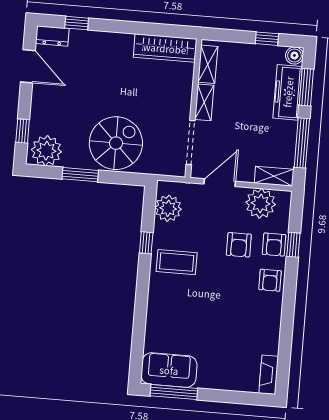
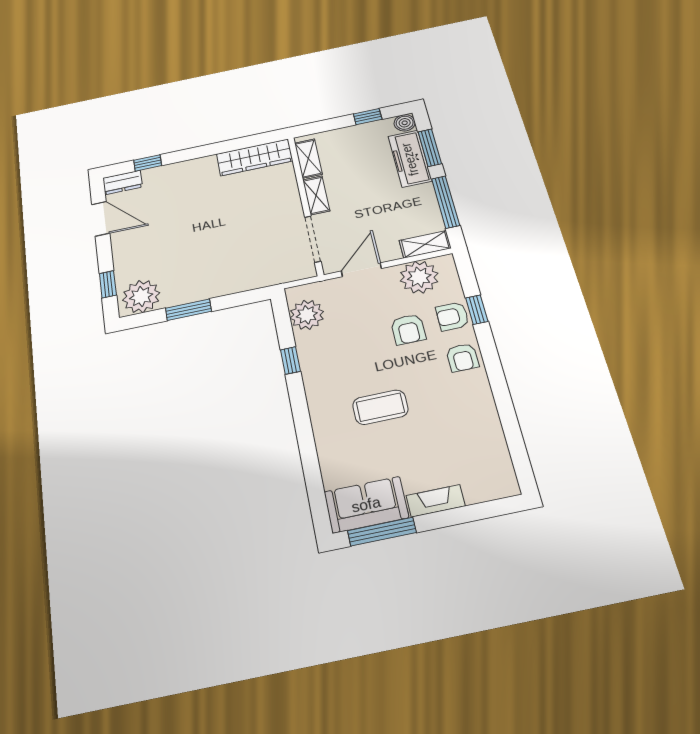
spiral stairs: (116, 143) -> (223, 265), removed
armchair: (274, 245) -> (452, 316), turned 90
coffee table: (177, 262) -> (380, 407), moved
fireplace: (269, 375) -> (436, 501), moved, turned 90

